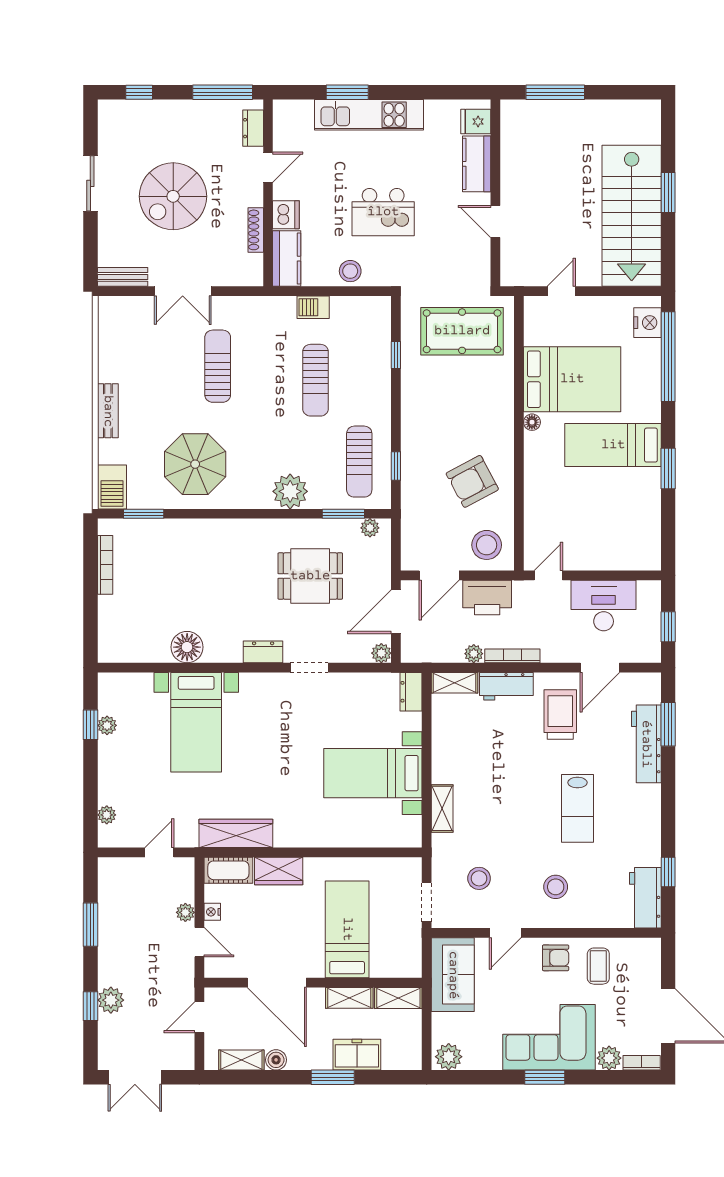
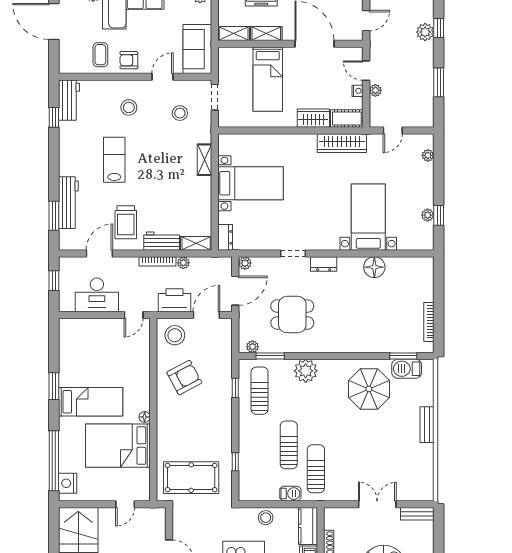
sun lounger: (218, 366) -> (316, 469), moved, turned 180
barbecue: (112, 487) -> (407, 369), moved, turned -90

